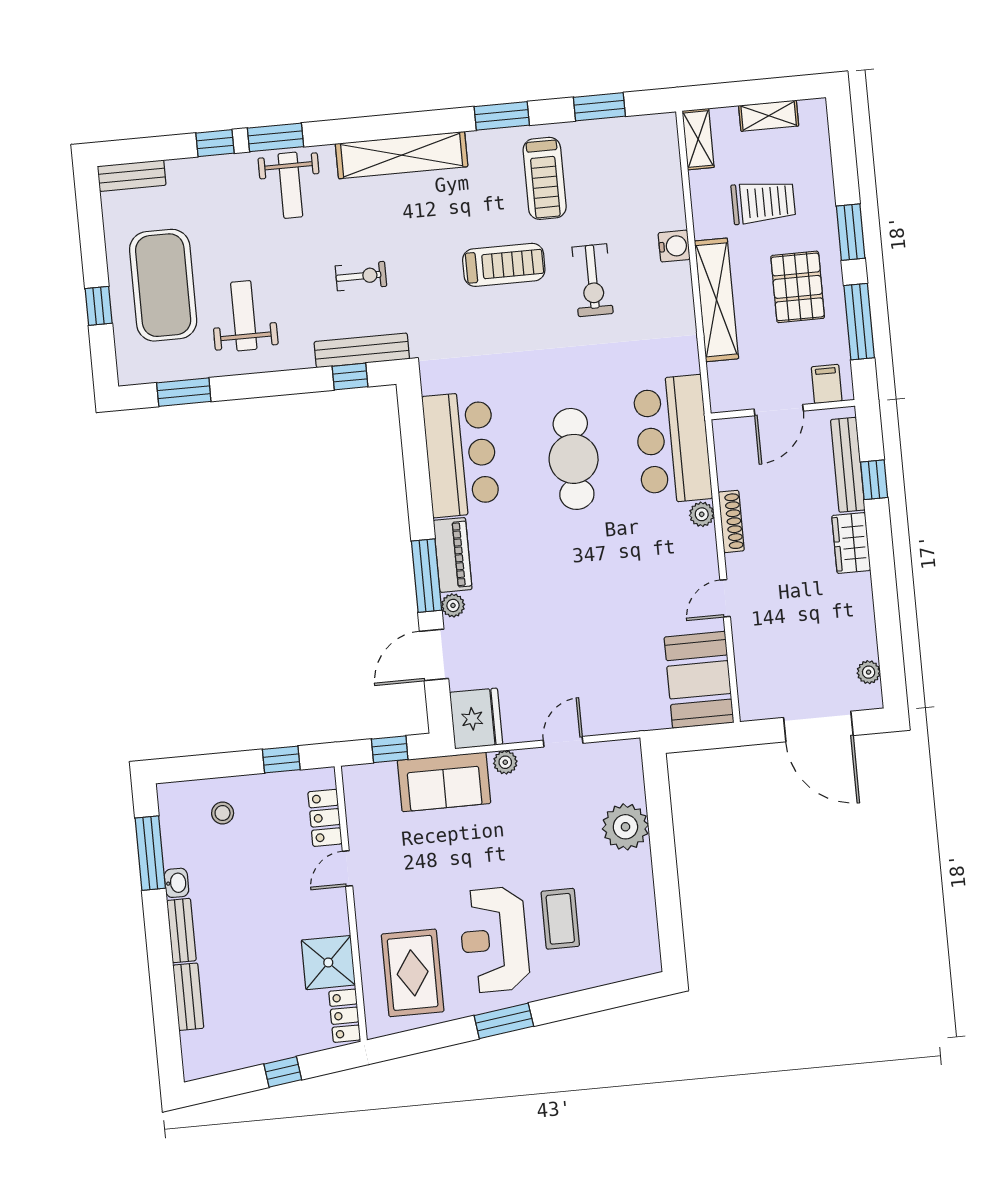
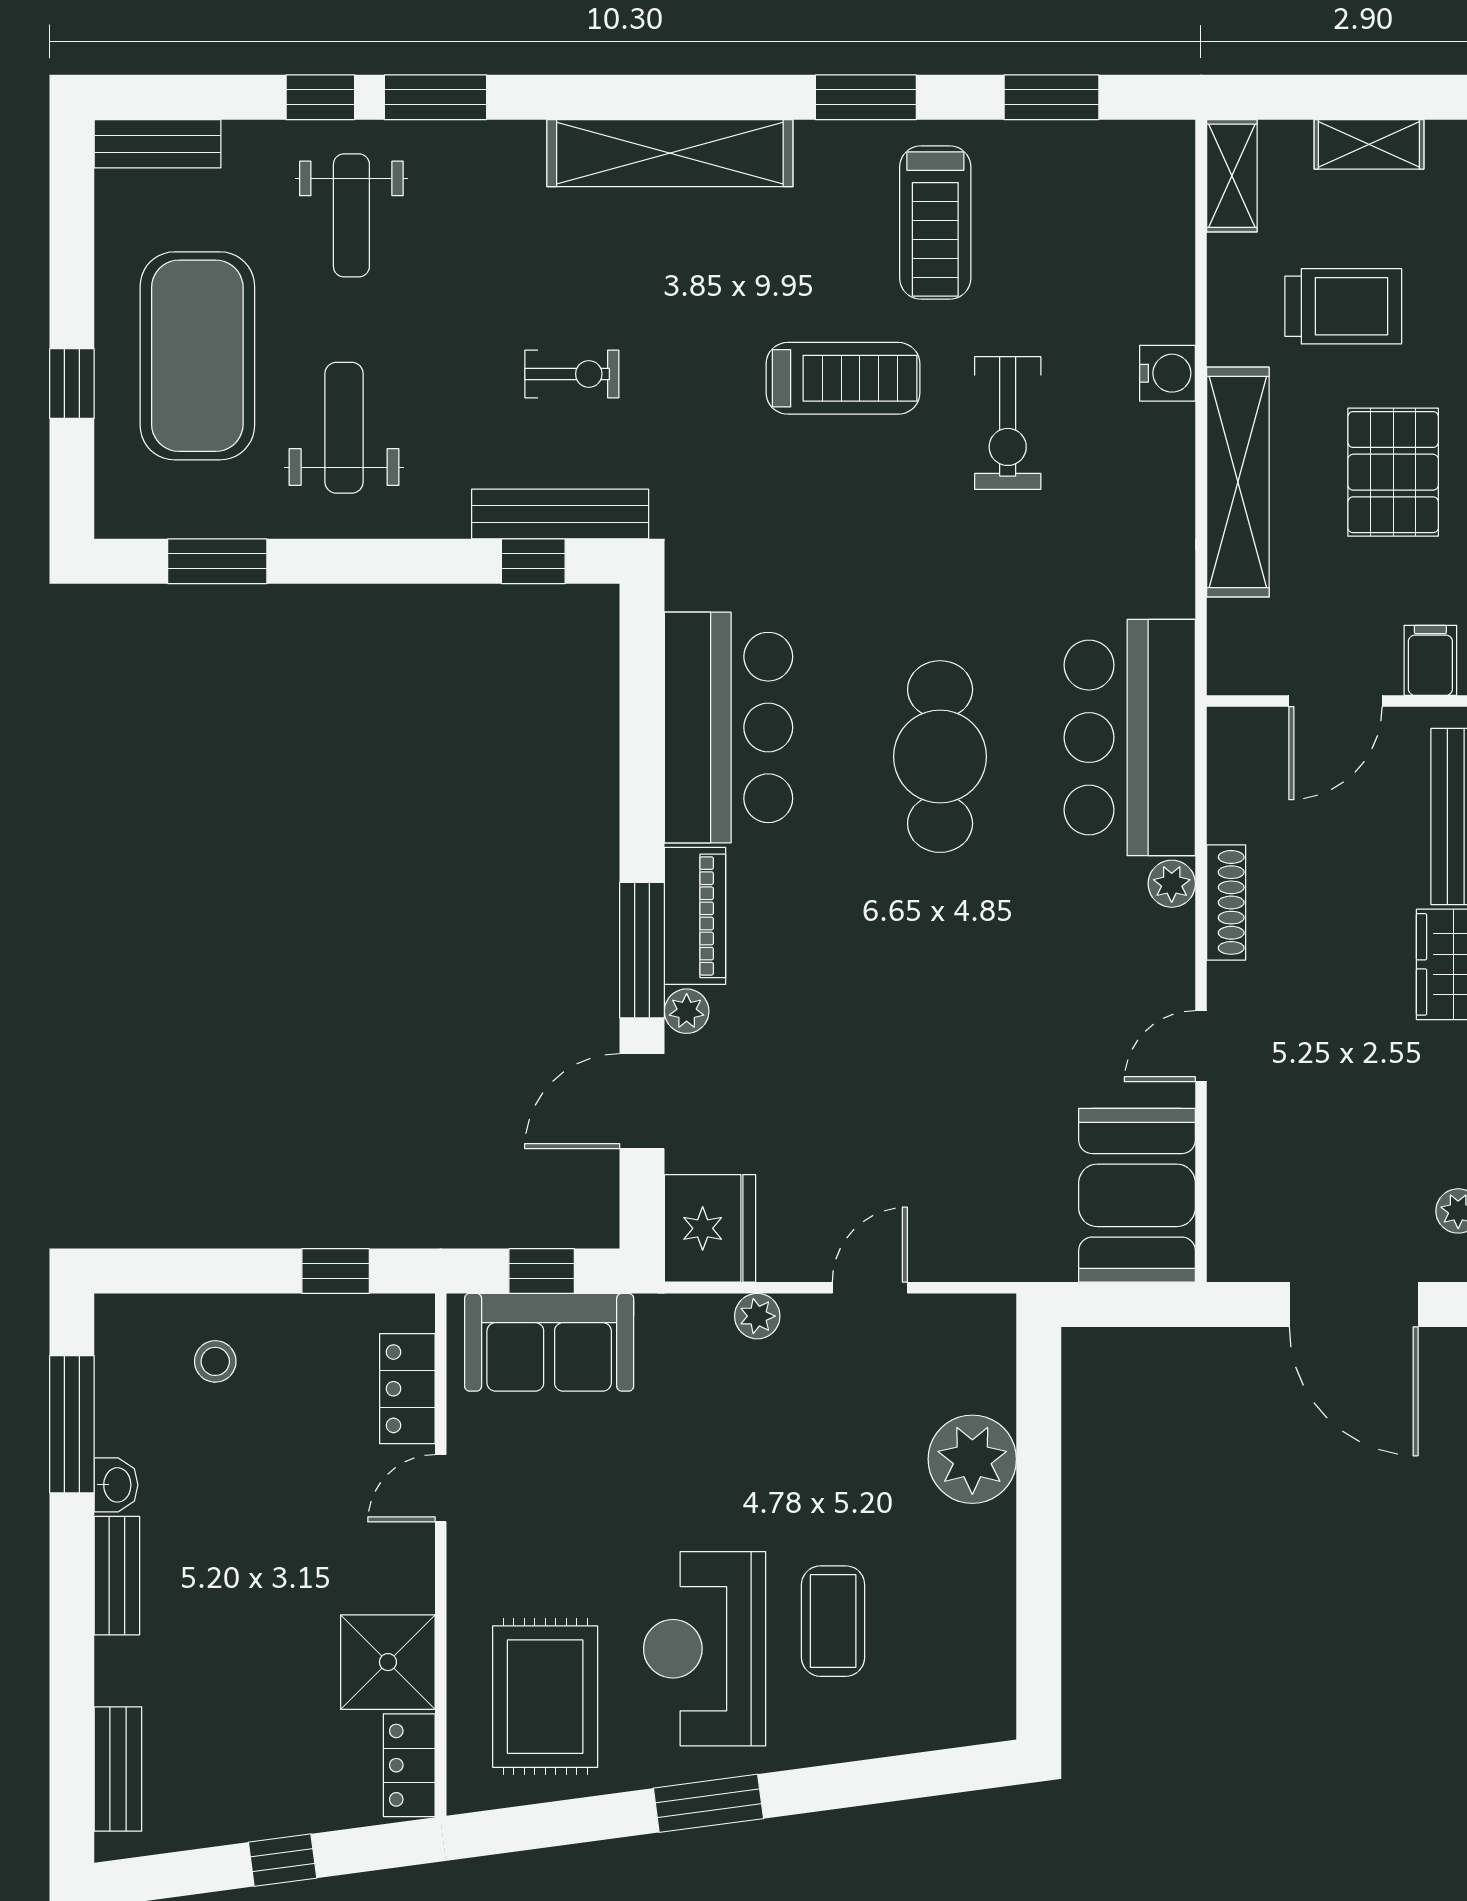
weight bench: (290, 185) -> (351, 215), moved
sofa: (444, 782) -> (549, 1342), moved
bench: (188, 997) -> (118, 1769), moved

